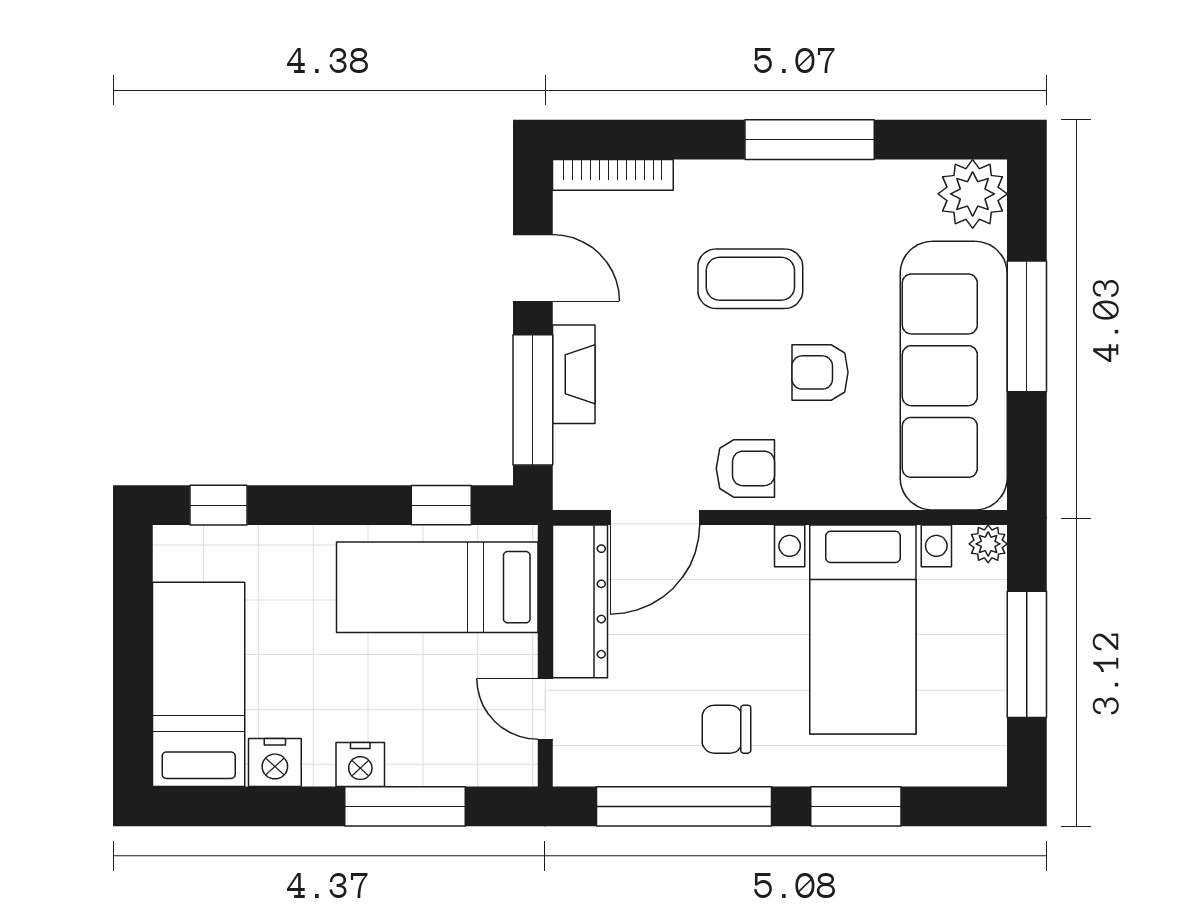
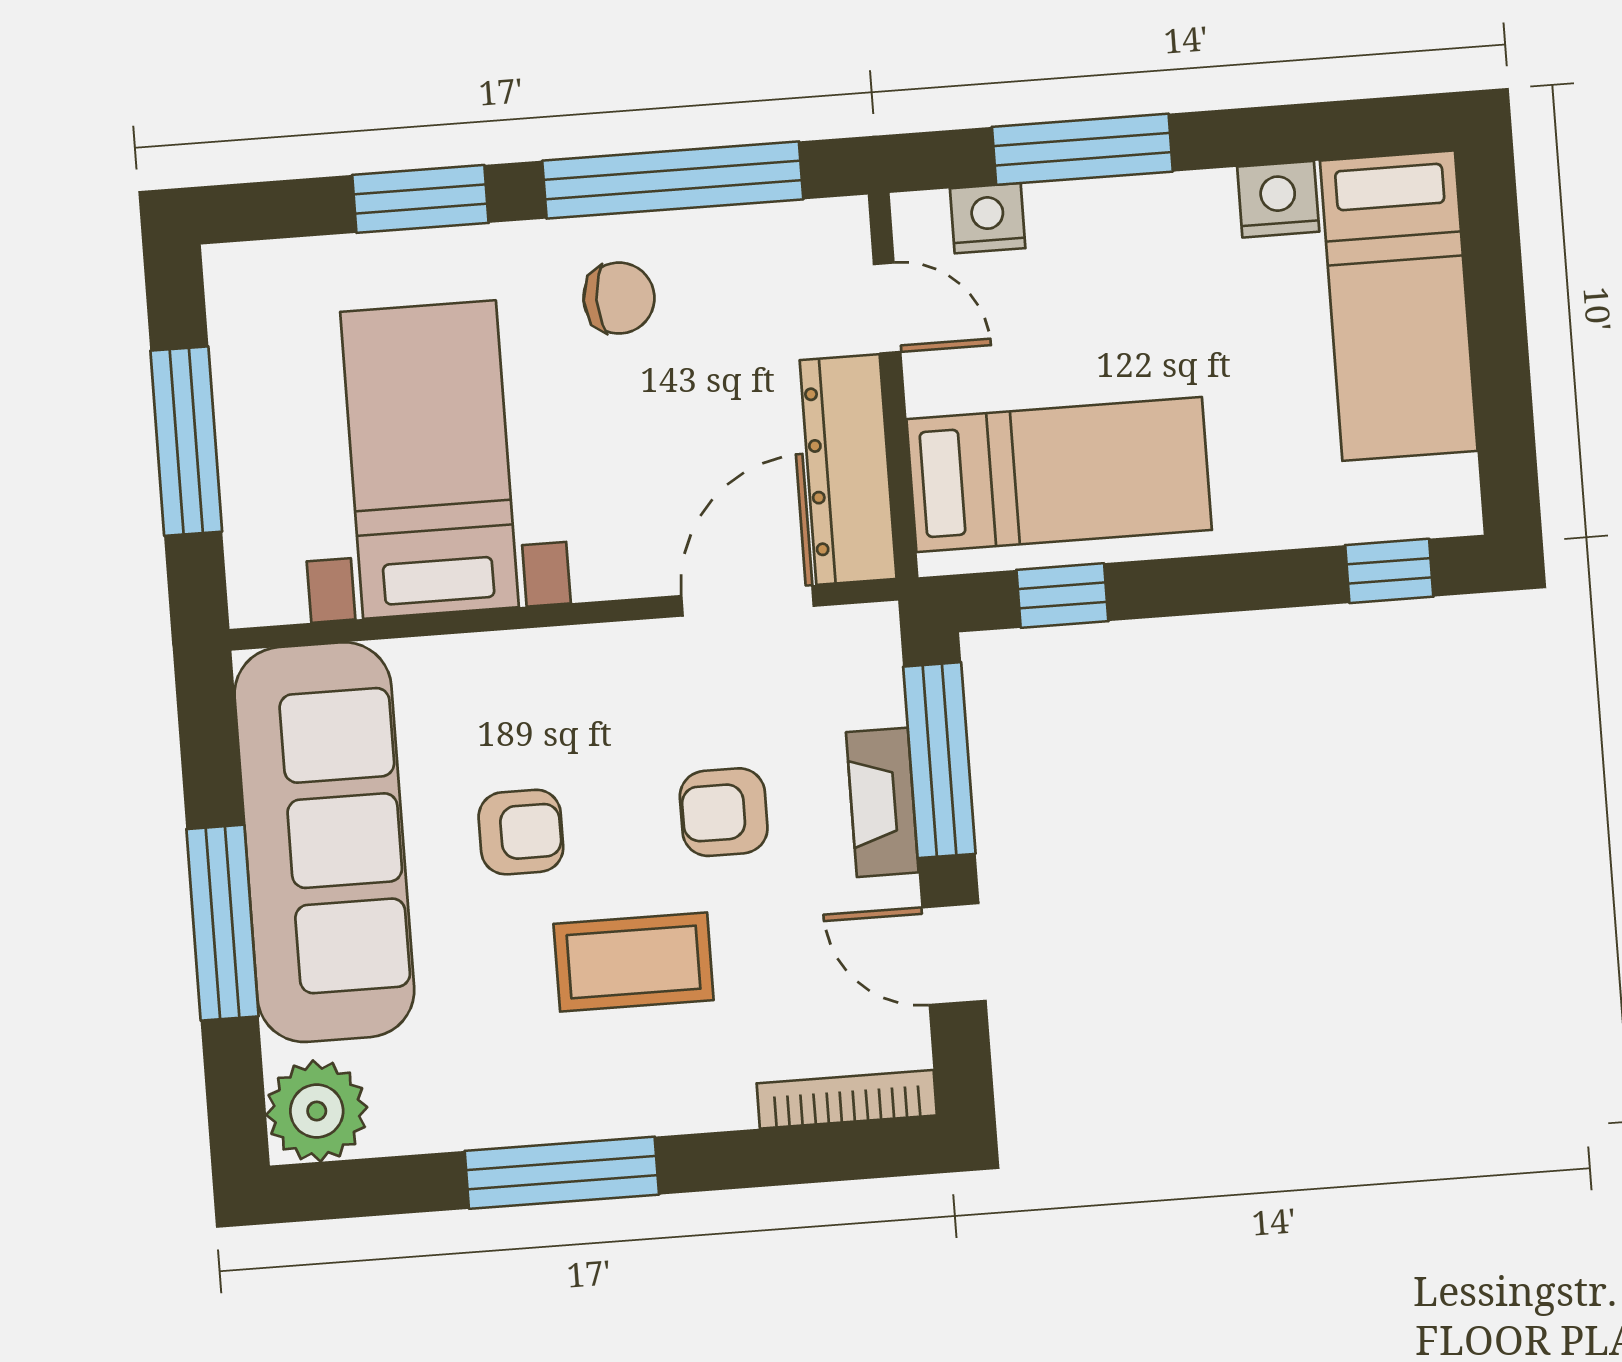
armchair: (745, 468) -> (724, 812), moved
plant: (988, 544) -> (255, 599), removed
nightstand: (360, 765) -> (988, 218), moved

